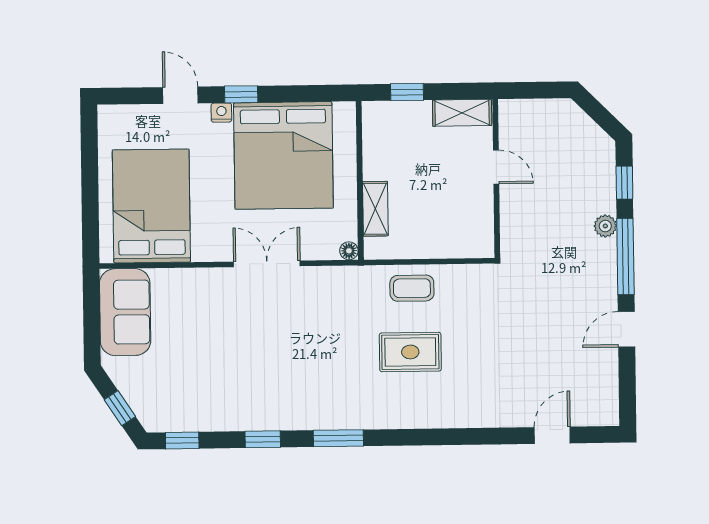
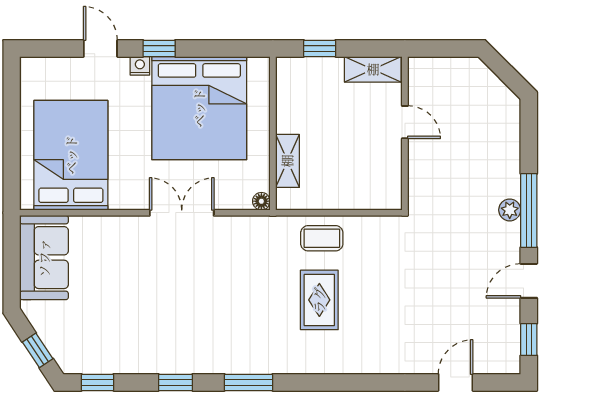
window: (624, 183) -> (529, 340), moved
plant: (605, 226) -> (510, 210), moved
rug: (410, 352) -> (319, 300), turned 90

